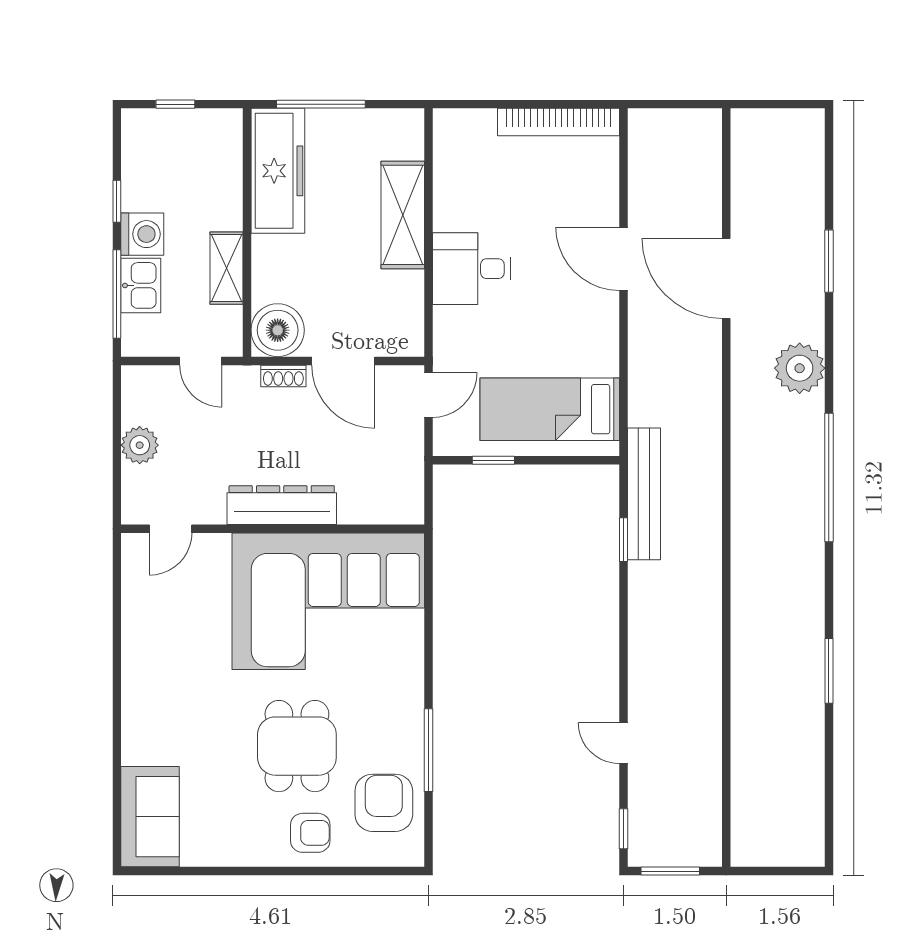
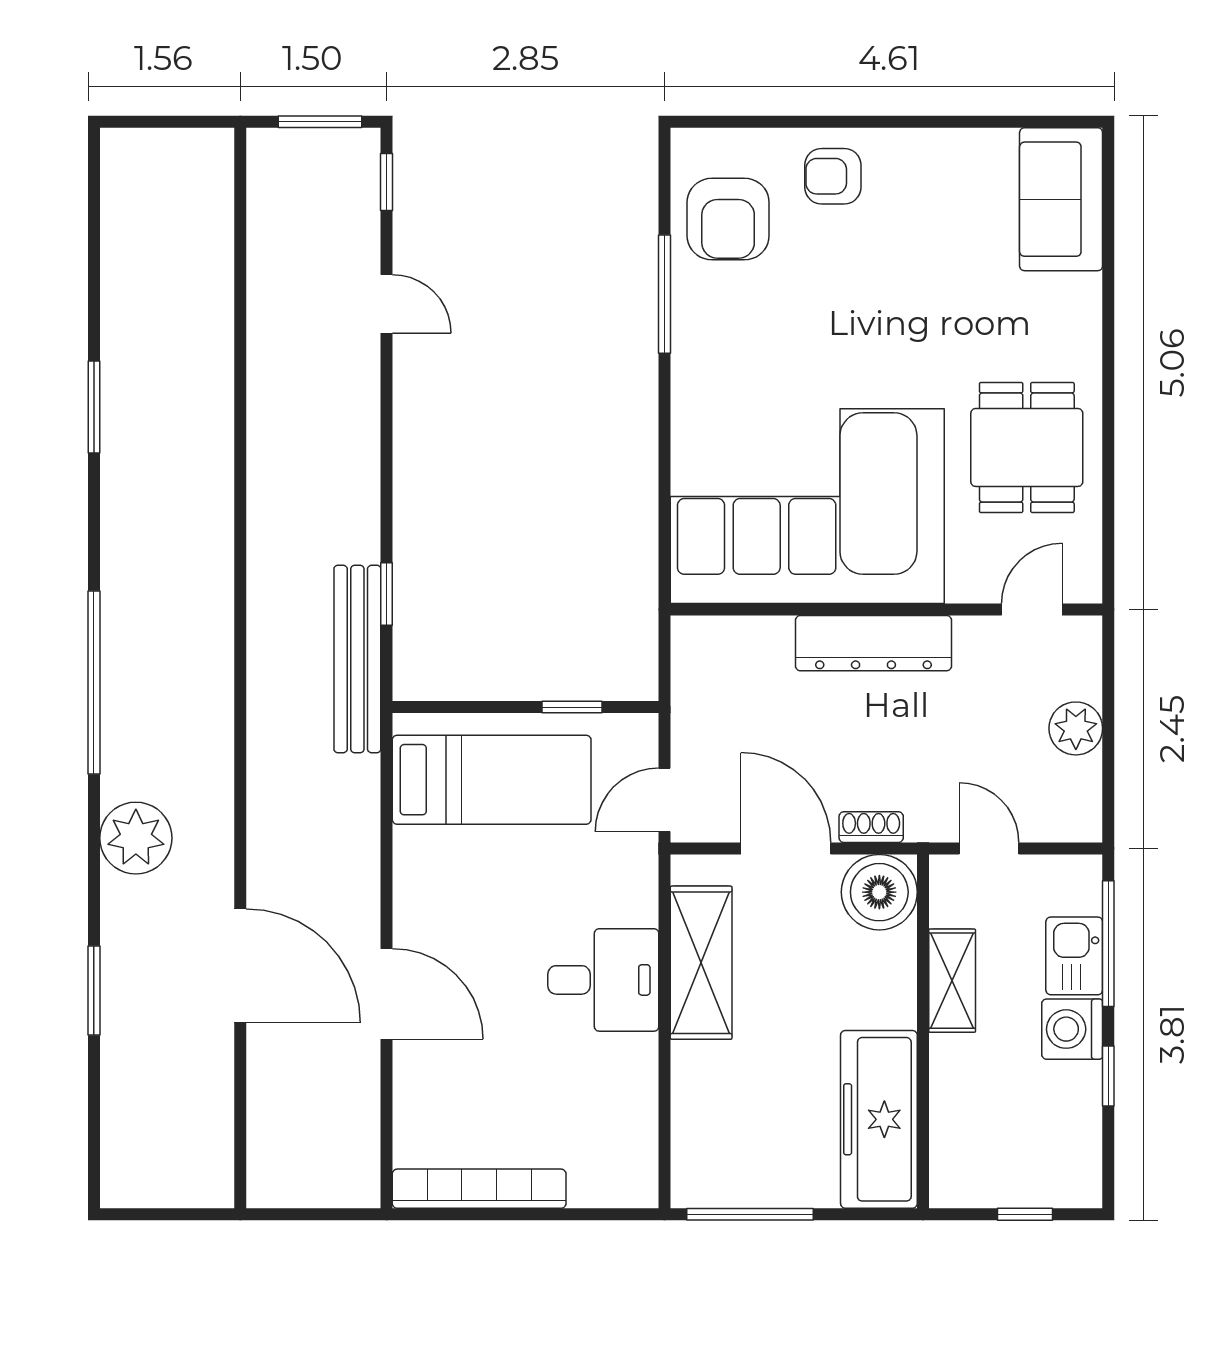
window: (321, 104) -> (750, 1214), moved
shelving: (403, 215) -> (701, 963), moved
dining table: (297, 746) -> (1027, 447), moved

